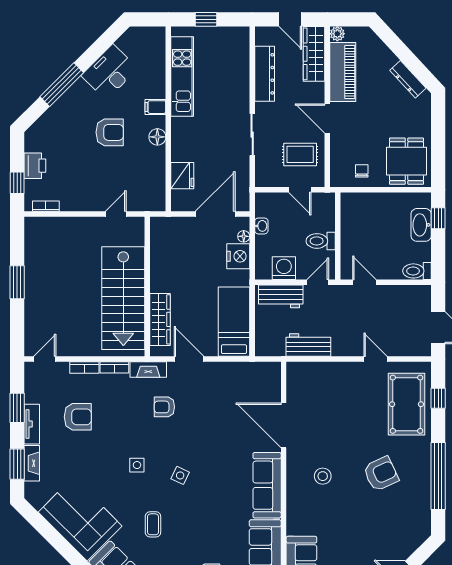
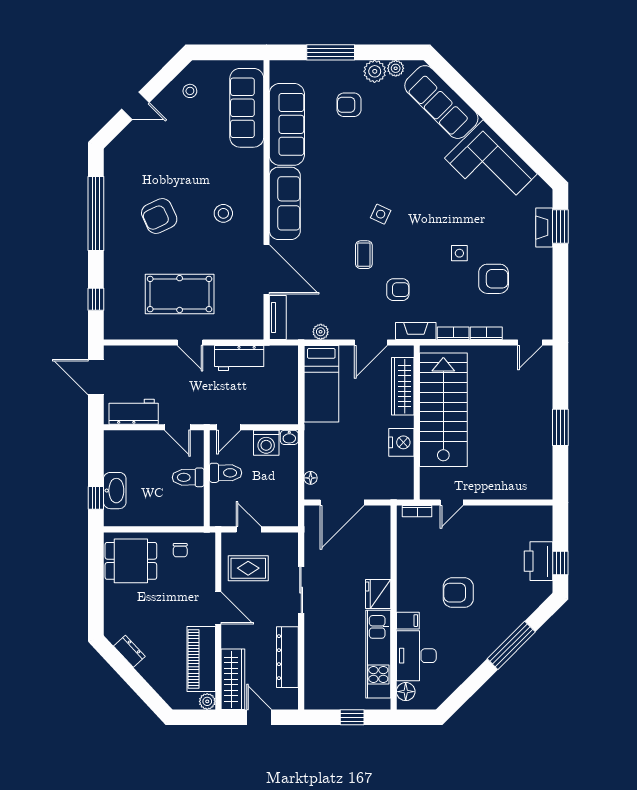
desk: (109, 72) -> (416, 656), moved, turned 135
dresser: (408, 79) -> (129, 651), width x0.70
floor lamp: (157, 137) -> (406, 692), moved
dining table: (407, 161) -> (131, 561), turned 90
printer: (35, 166) -> (539, 561), width x1.37, depth x1.19
fridge: (182, 176) -> (378, 594), moved
window: (17, 183) -> (560, 563), moved
bookcase: (46, 206) -> (417, 511), moved
washbasin: (261, 226) -> (289, 437), moved, turned -90
nightstand: (238, 256) -> (401, 442), moved, turned 180
toilet: (417, 271) -> (188, 477), moved, turned 180
workbench: (281, 296) -> (134, 412), moved
door: (189, 359) -> (371, 342), hinge flipped
door: (375, 359) -> (190, 342), moved
plant: (235, 369) -> (321, 332), added
pool table: (407, 404) -> (180, 294), moved, turned 90
window: (17, 408) -> (560, 289), removed
armchair: (78, 417) -> (494, 279), turned 180
tv unit: (32, 424) -> (278, 317), moved, turned 180
side table: (137, 465) -> (459, 253), moved
coffee table: (153, 524) -> (364, 255), moved

